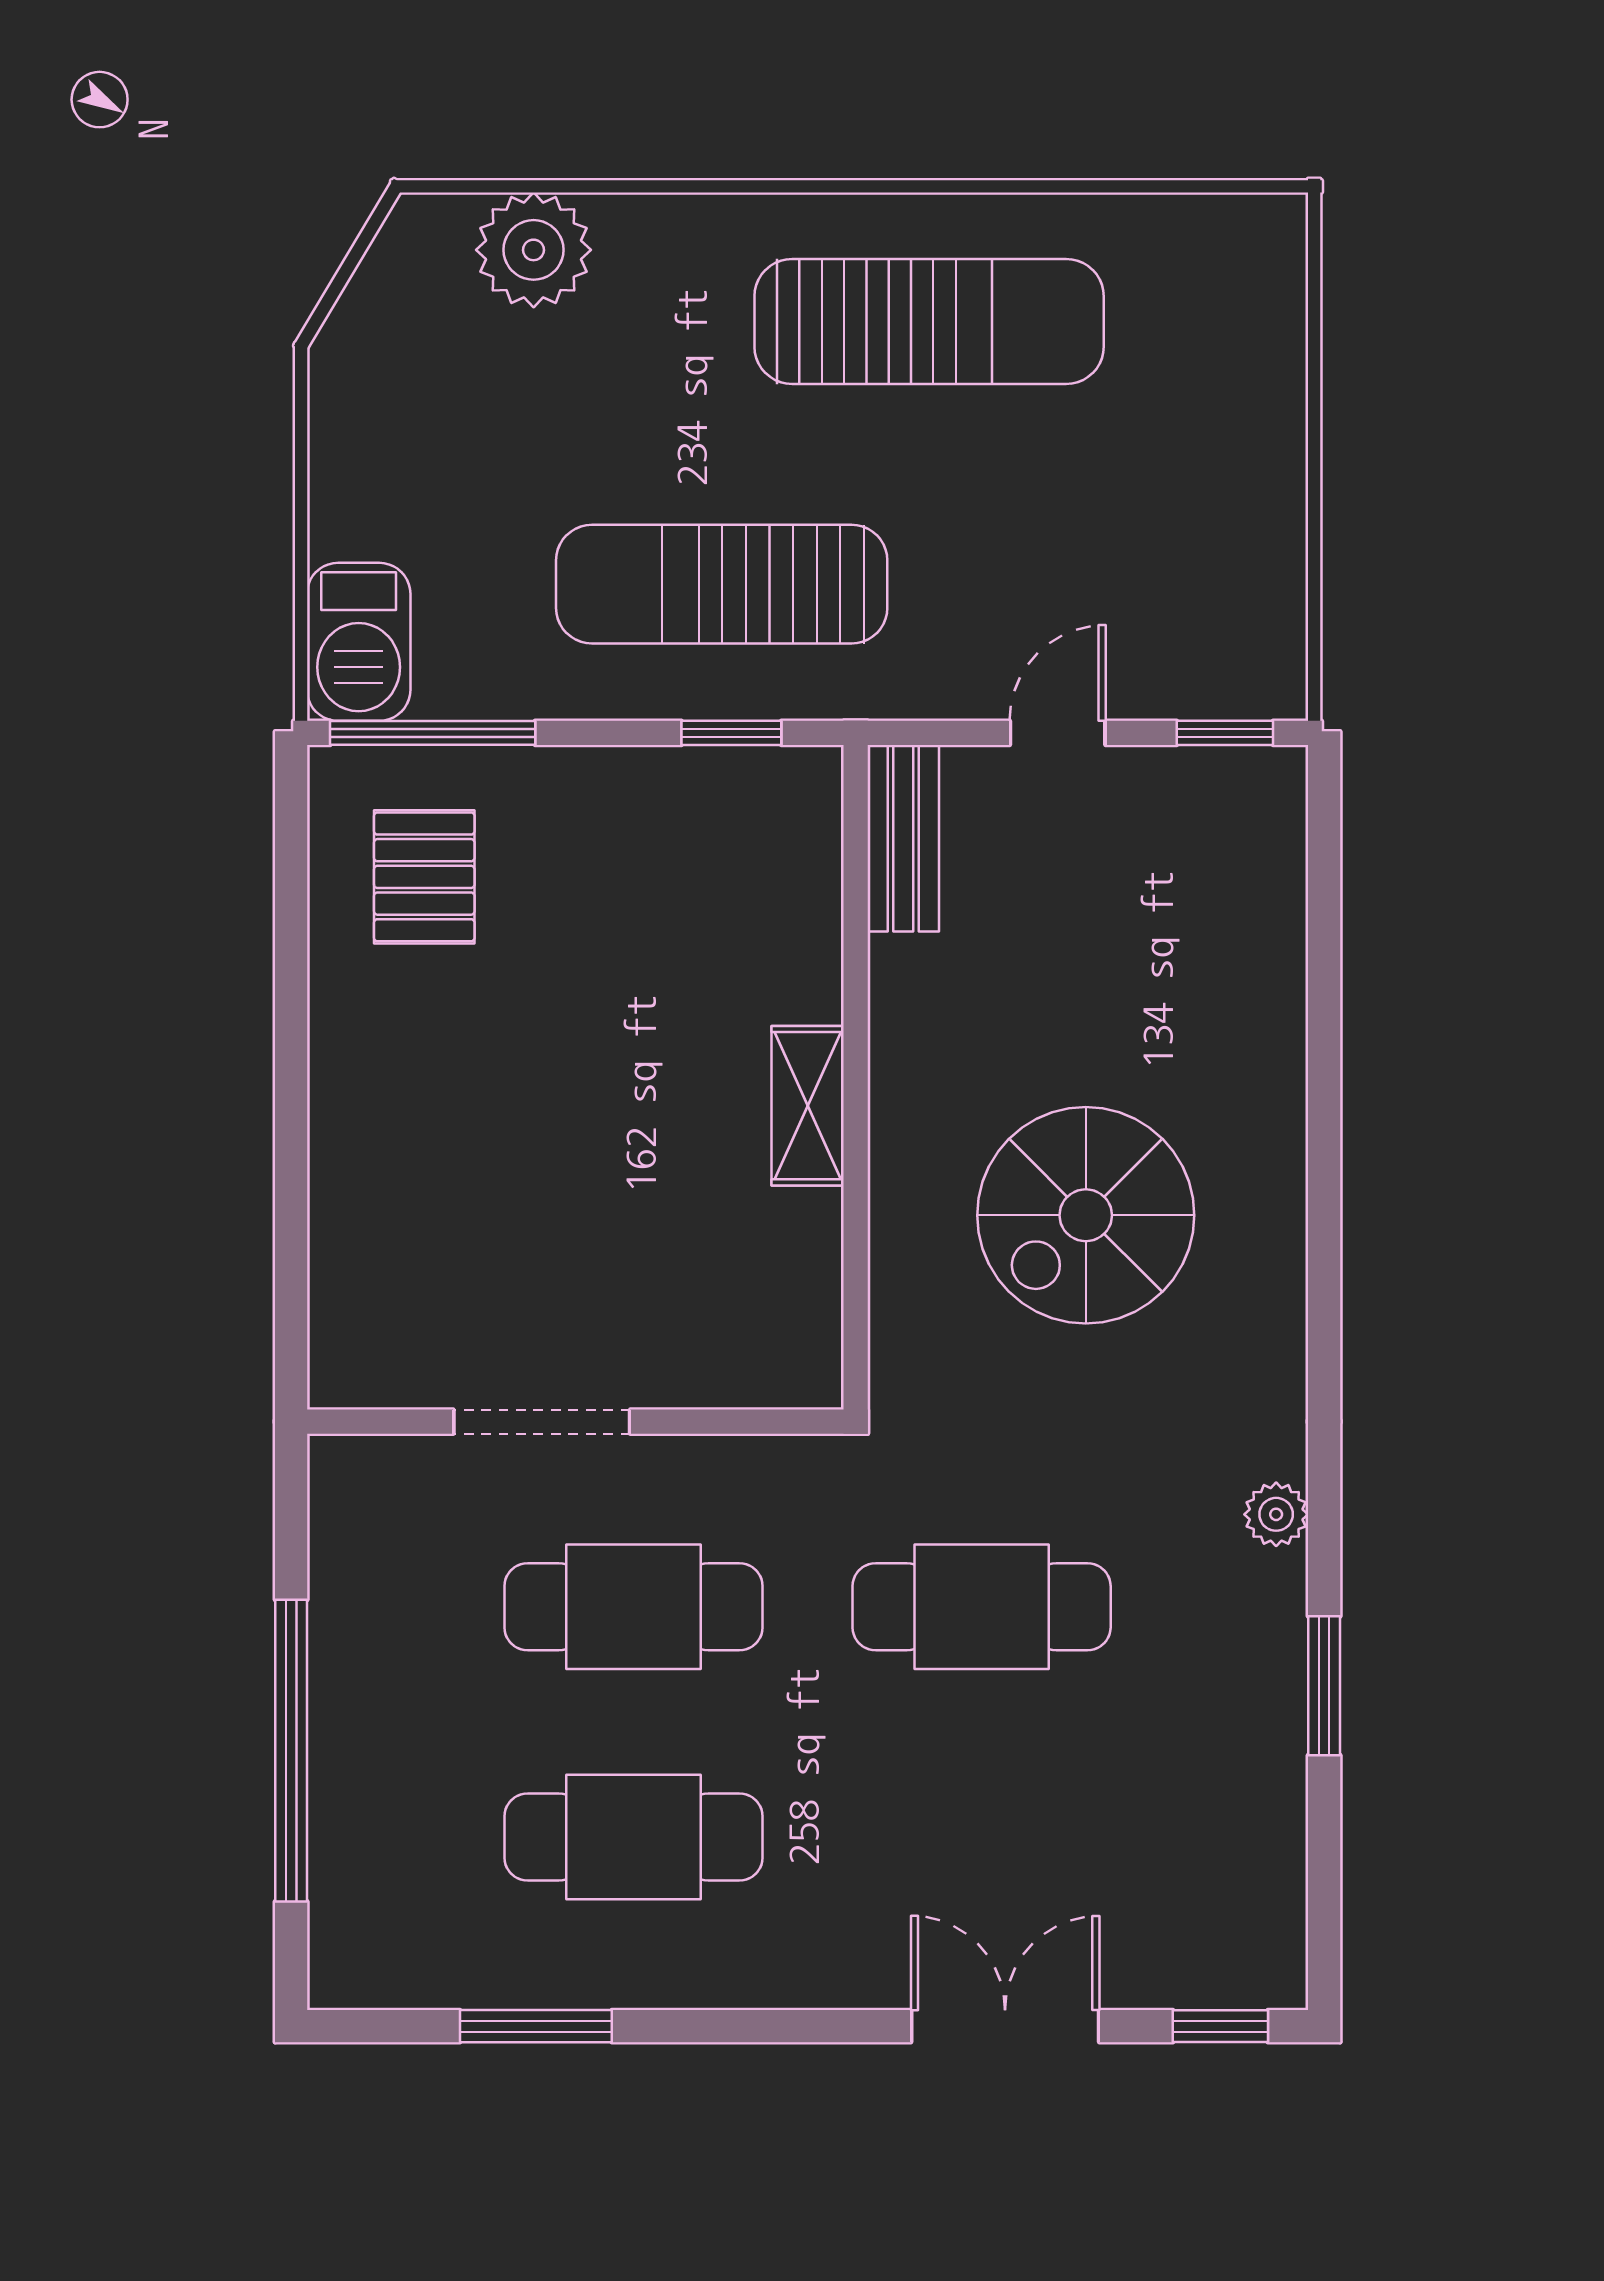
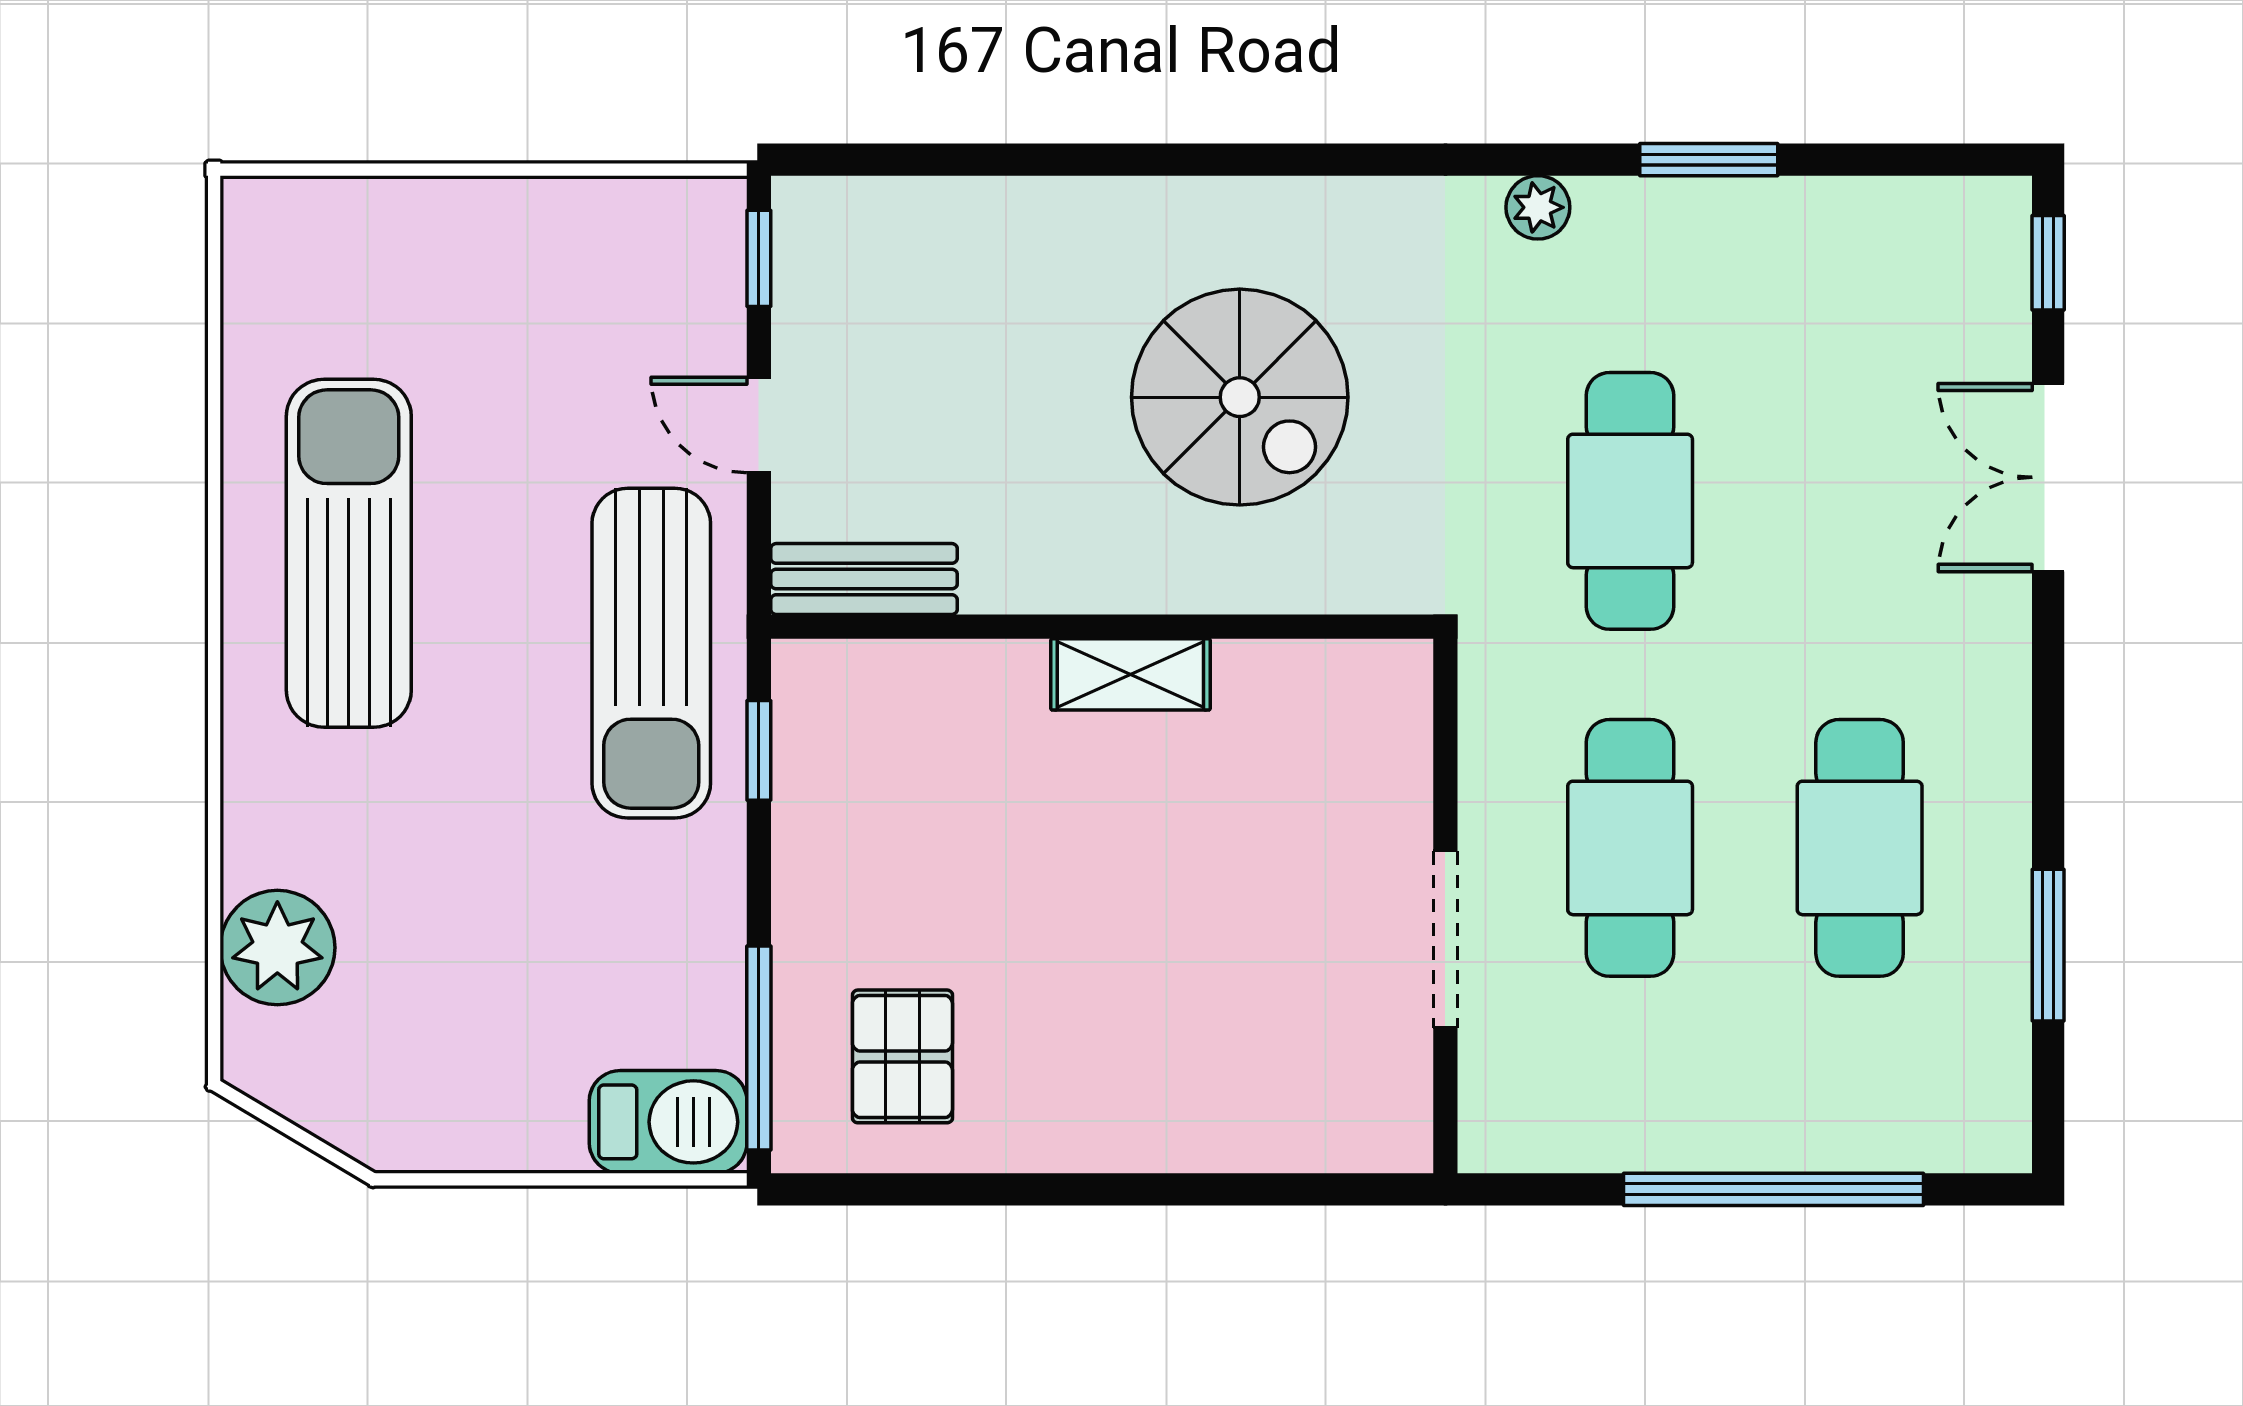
sun lounger: (722, 584) -> (651, 653), moved
pallet: (424, 877) -> (902, 1056), turned 90

